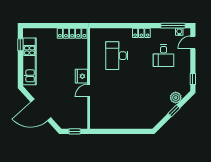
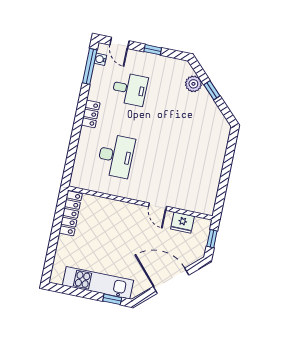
window: (20, 45) -> (112, 299), moved
desk: (117, 56) -> (116, 156), turned -90
fridge: (81, 76) -> (182, 223), moved
window: (193, 79) -> (153, 50), moved
door: (41, 110) -> (171, 281), swing flipped

